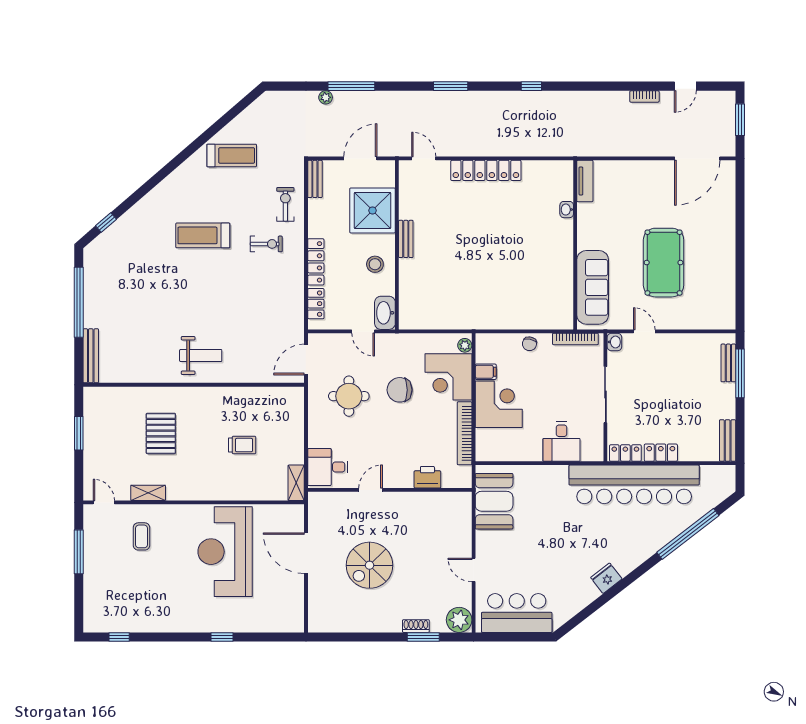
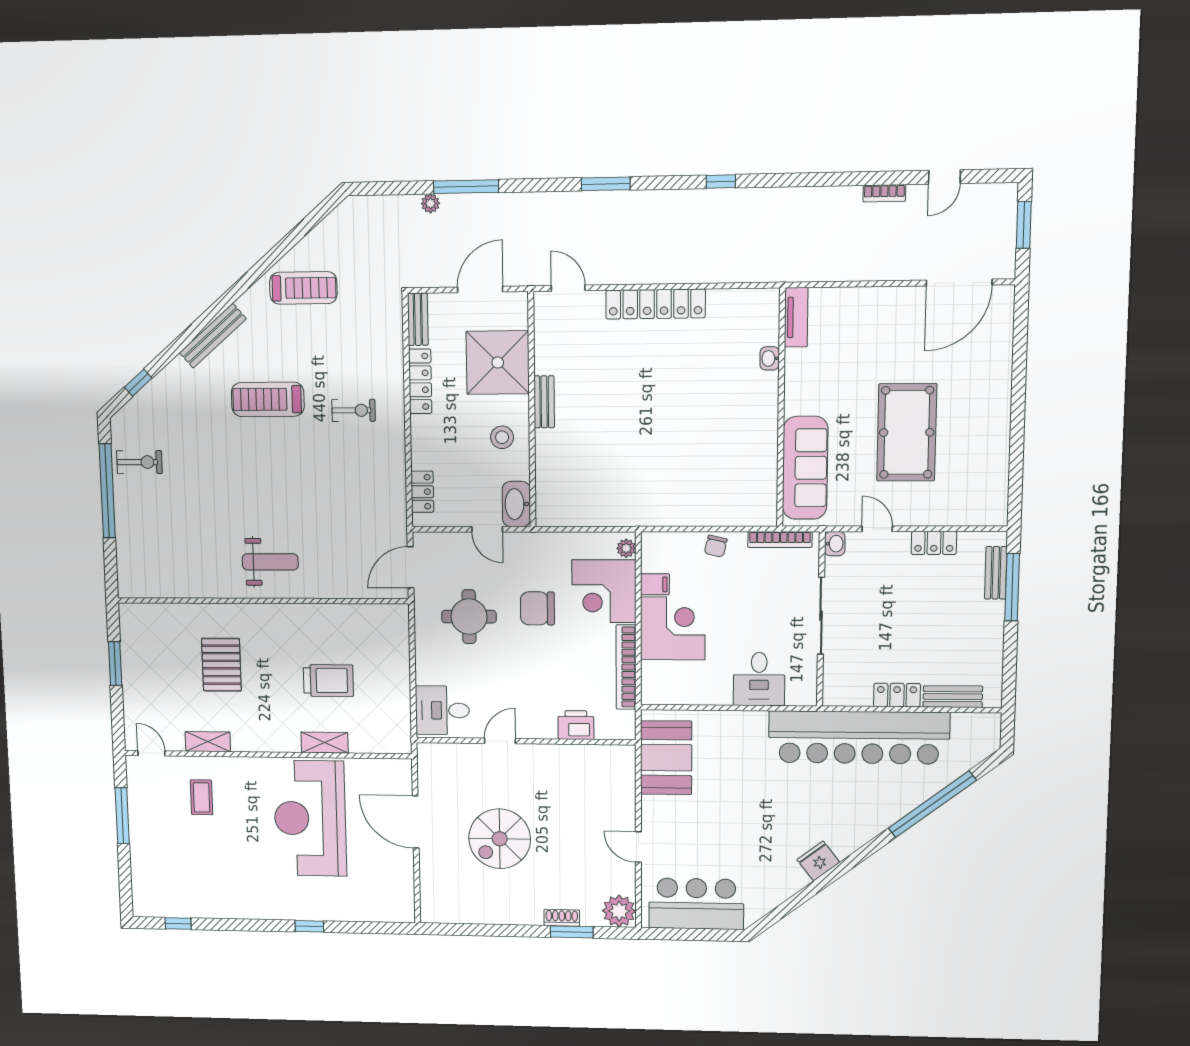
exercise bike: (285, 204) -> (139, 462), moved, turned 90
locker: (316, 262) -> (420, 381), moved
bench: (91, 356) -> (213, 336), moved, turned 49
bench: (728, 440) -> (953, 697), moved, turned 90
trolley: (242, 445) -> (328, 681), width x1.36, depth x1.39
locker: (625, 453) -> (934, 543), moved, turned 180
shelving: (296, 483) -> (325, 743), moved, turned 90

